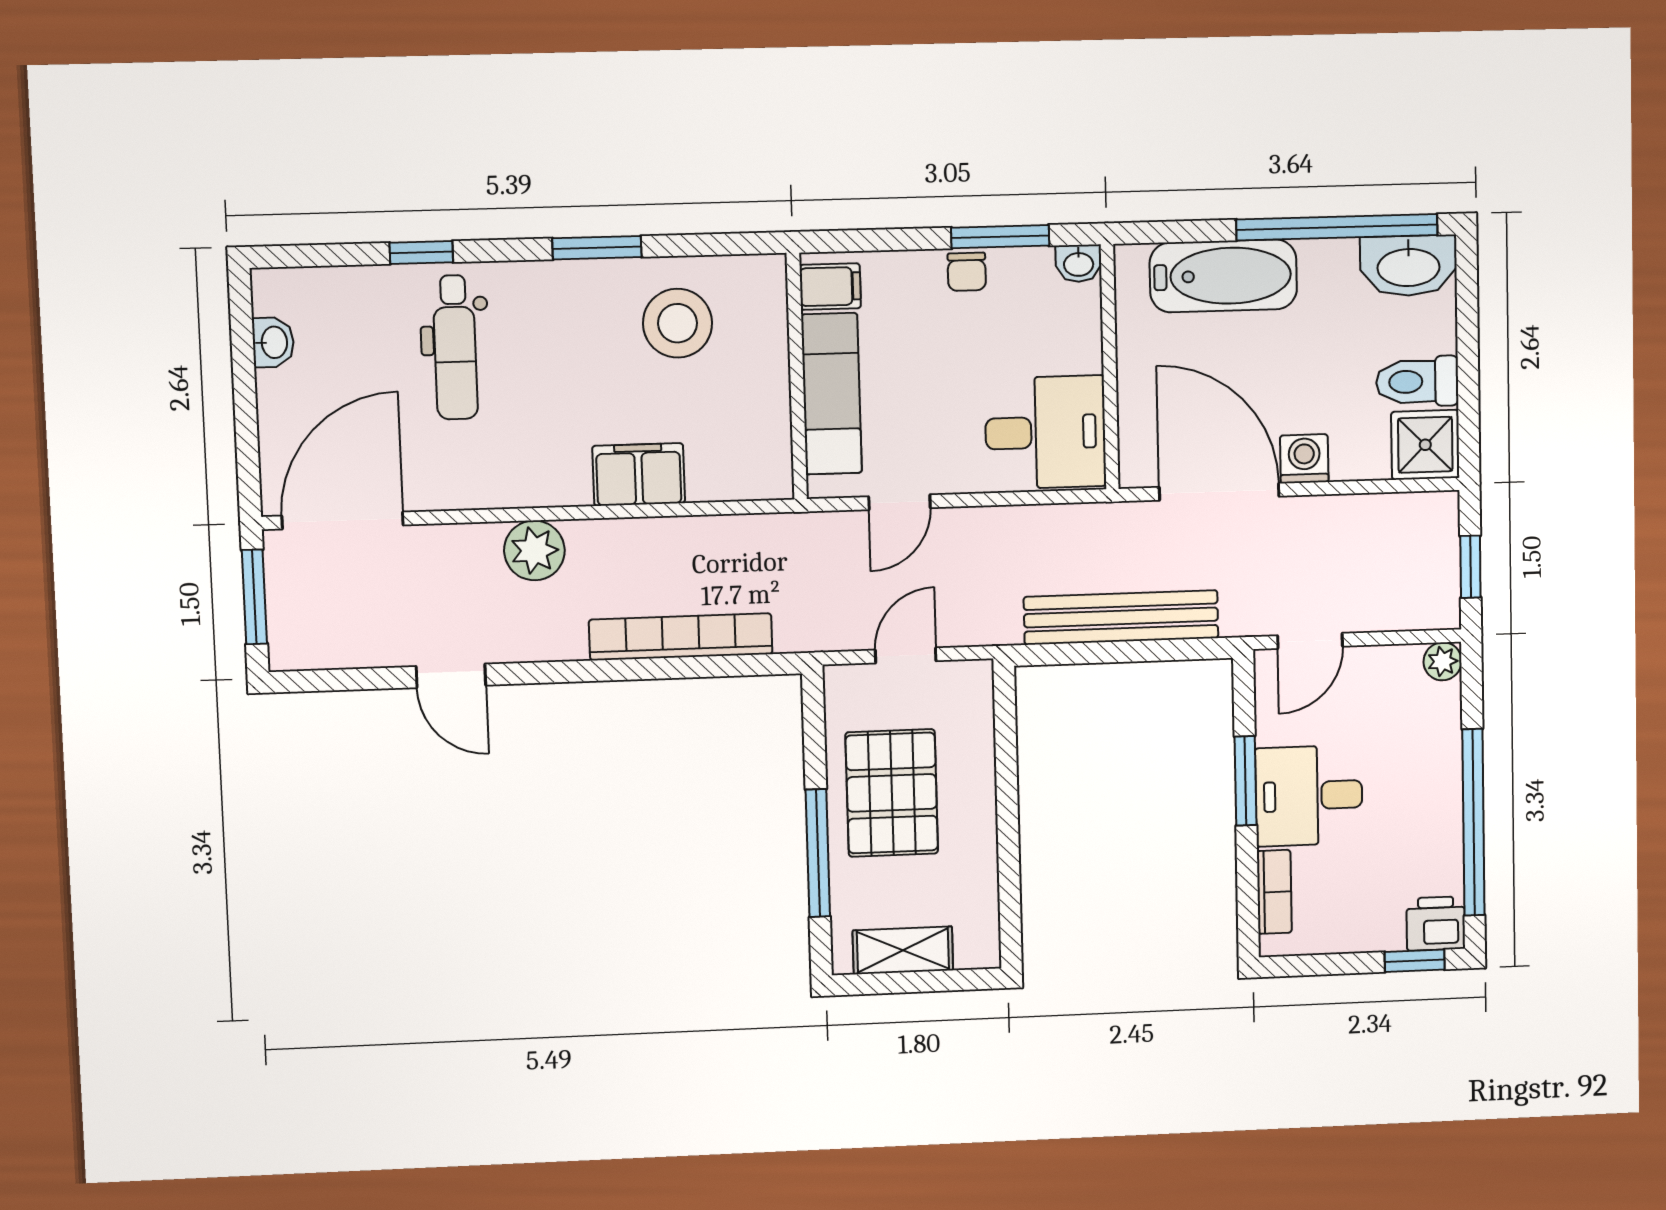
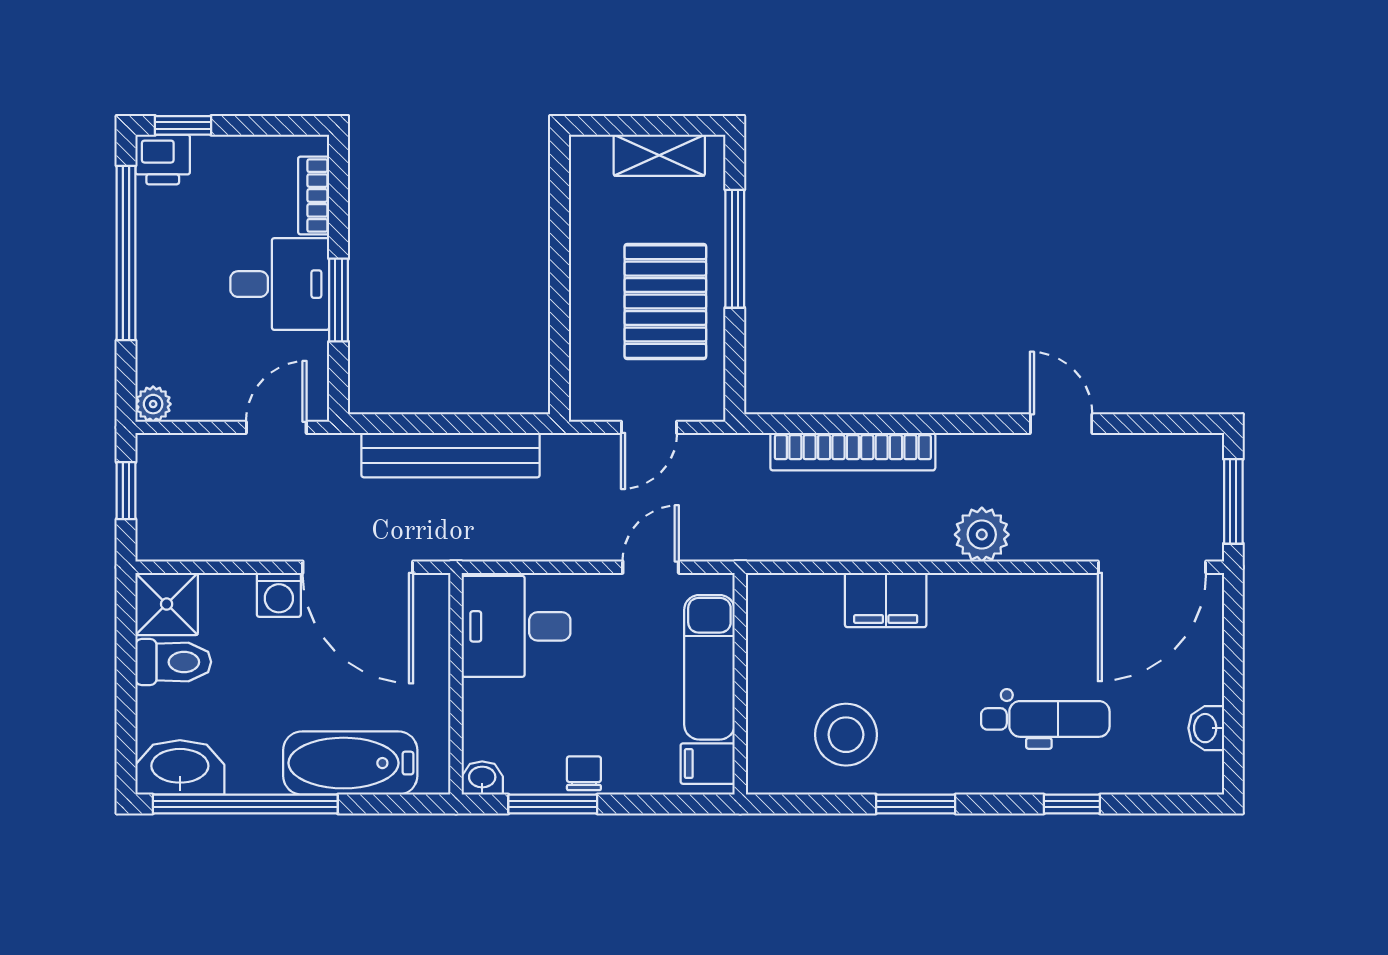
dental chair: (455, 347) -> (1045, 719), turned 90

